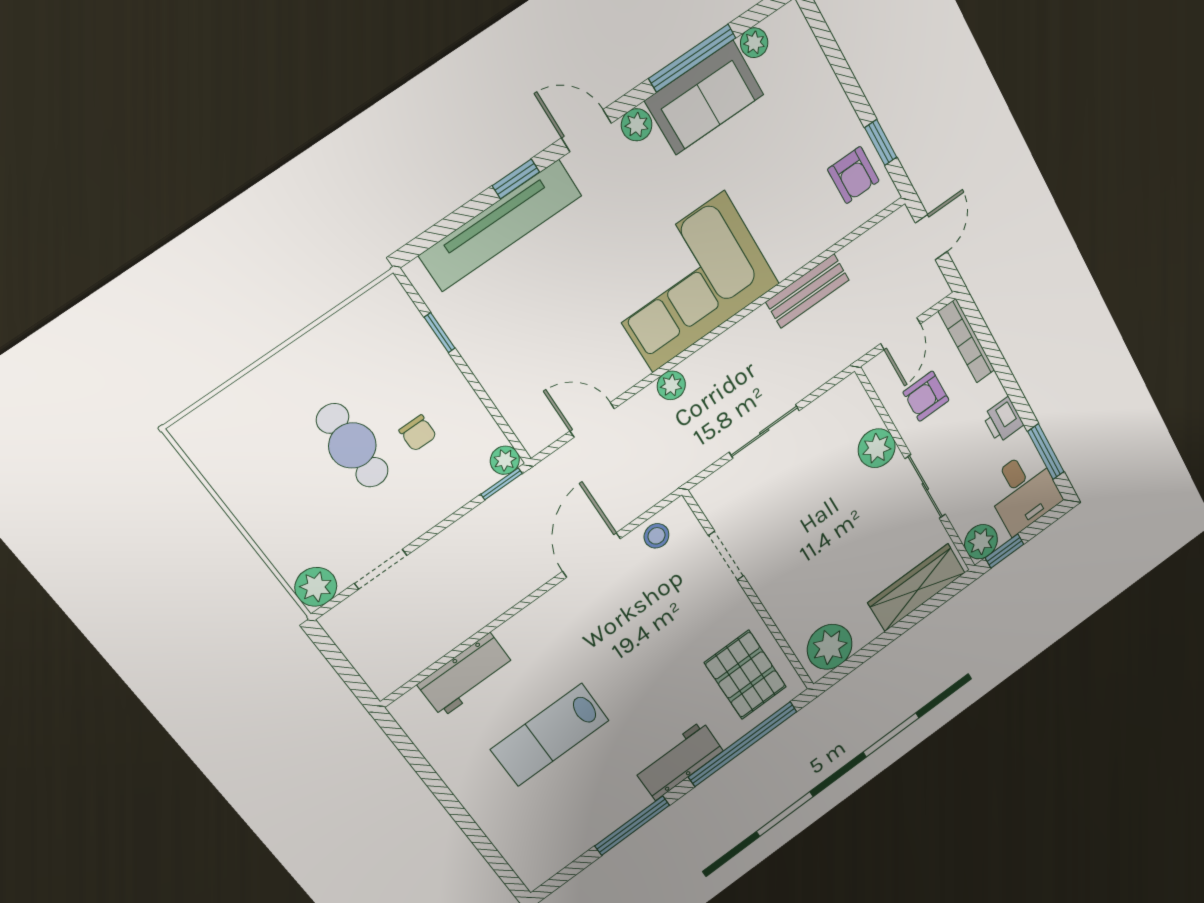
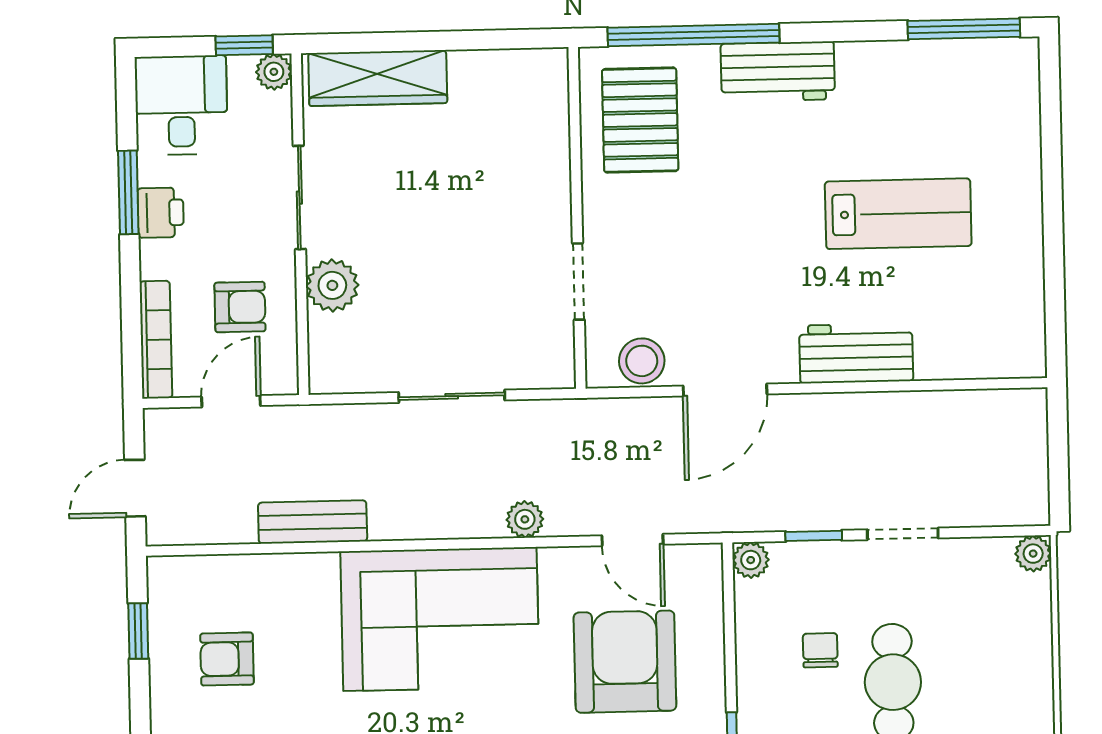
armchair: (853, 175) -> (227, 659), moved, turned -90
armchair: (547, 336) -> (625, 662), added
window: (1046, 452) -> (128, 192), moved
window: (502, 484) -> (814, 536), moved
stool: (657, 536) -> (642, 361), width x1.37, depth x1.37
plant: (981, 542) -> (274, 72), width x0.73, depth x0.73
doorway: (381, 569) -> (903, 534), moved
plant: (316, 587) -> (1033, 554), width x0.73, depth x0.73
plant: (830, 647) -> (523, 81), removed
workbench: (466, 675) -> (856, 353), moved
window: (632, 826) -> (964, 29), moved

